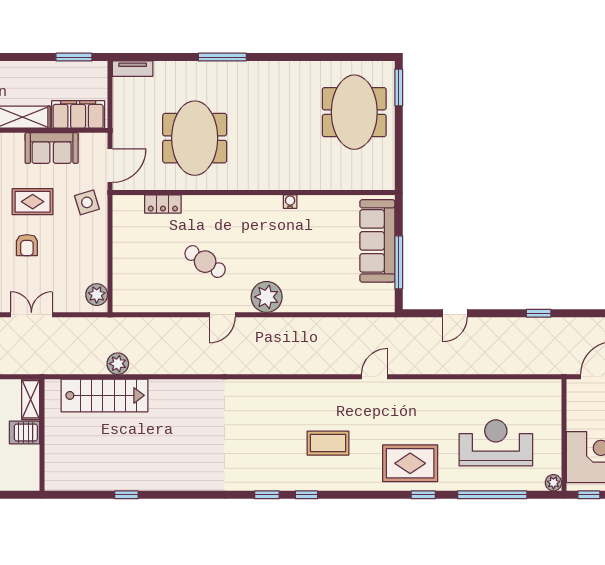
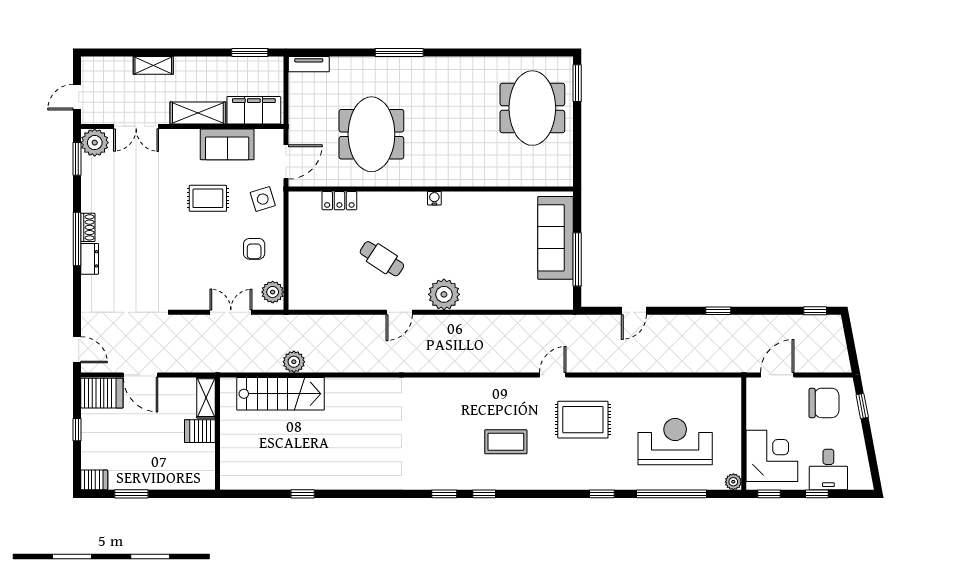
water cooler: (290, 202) -> (434, 198), moved
armchair: (27, 245) -> (254, 249), moved
double door: (31, 315) -> (231, 312), moved
rug: (410, 463) -> (583, 420), moved

